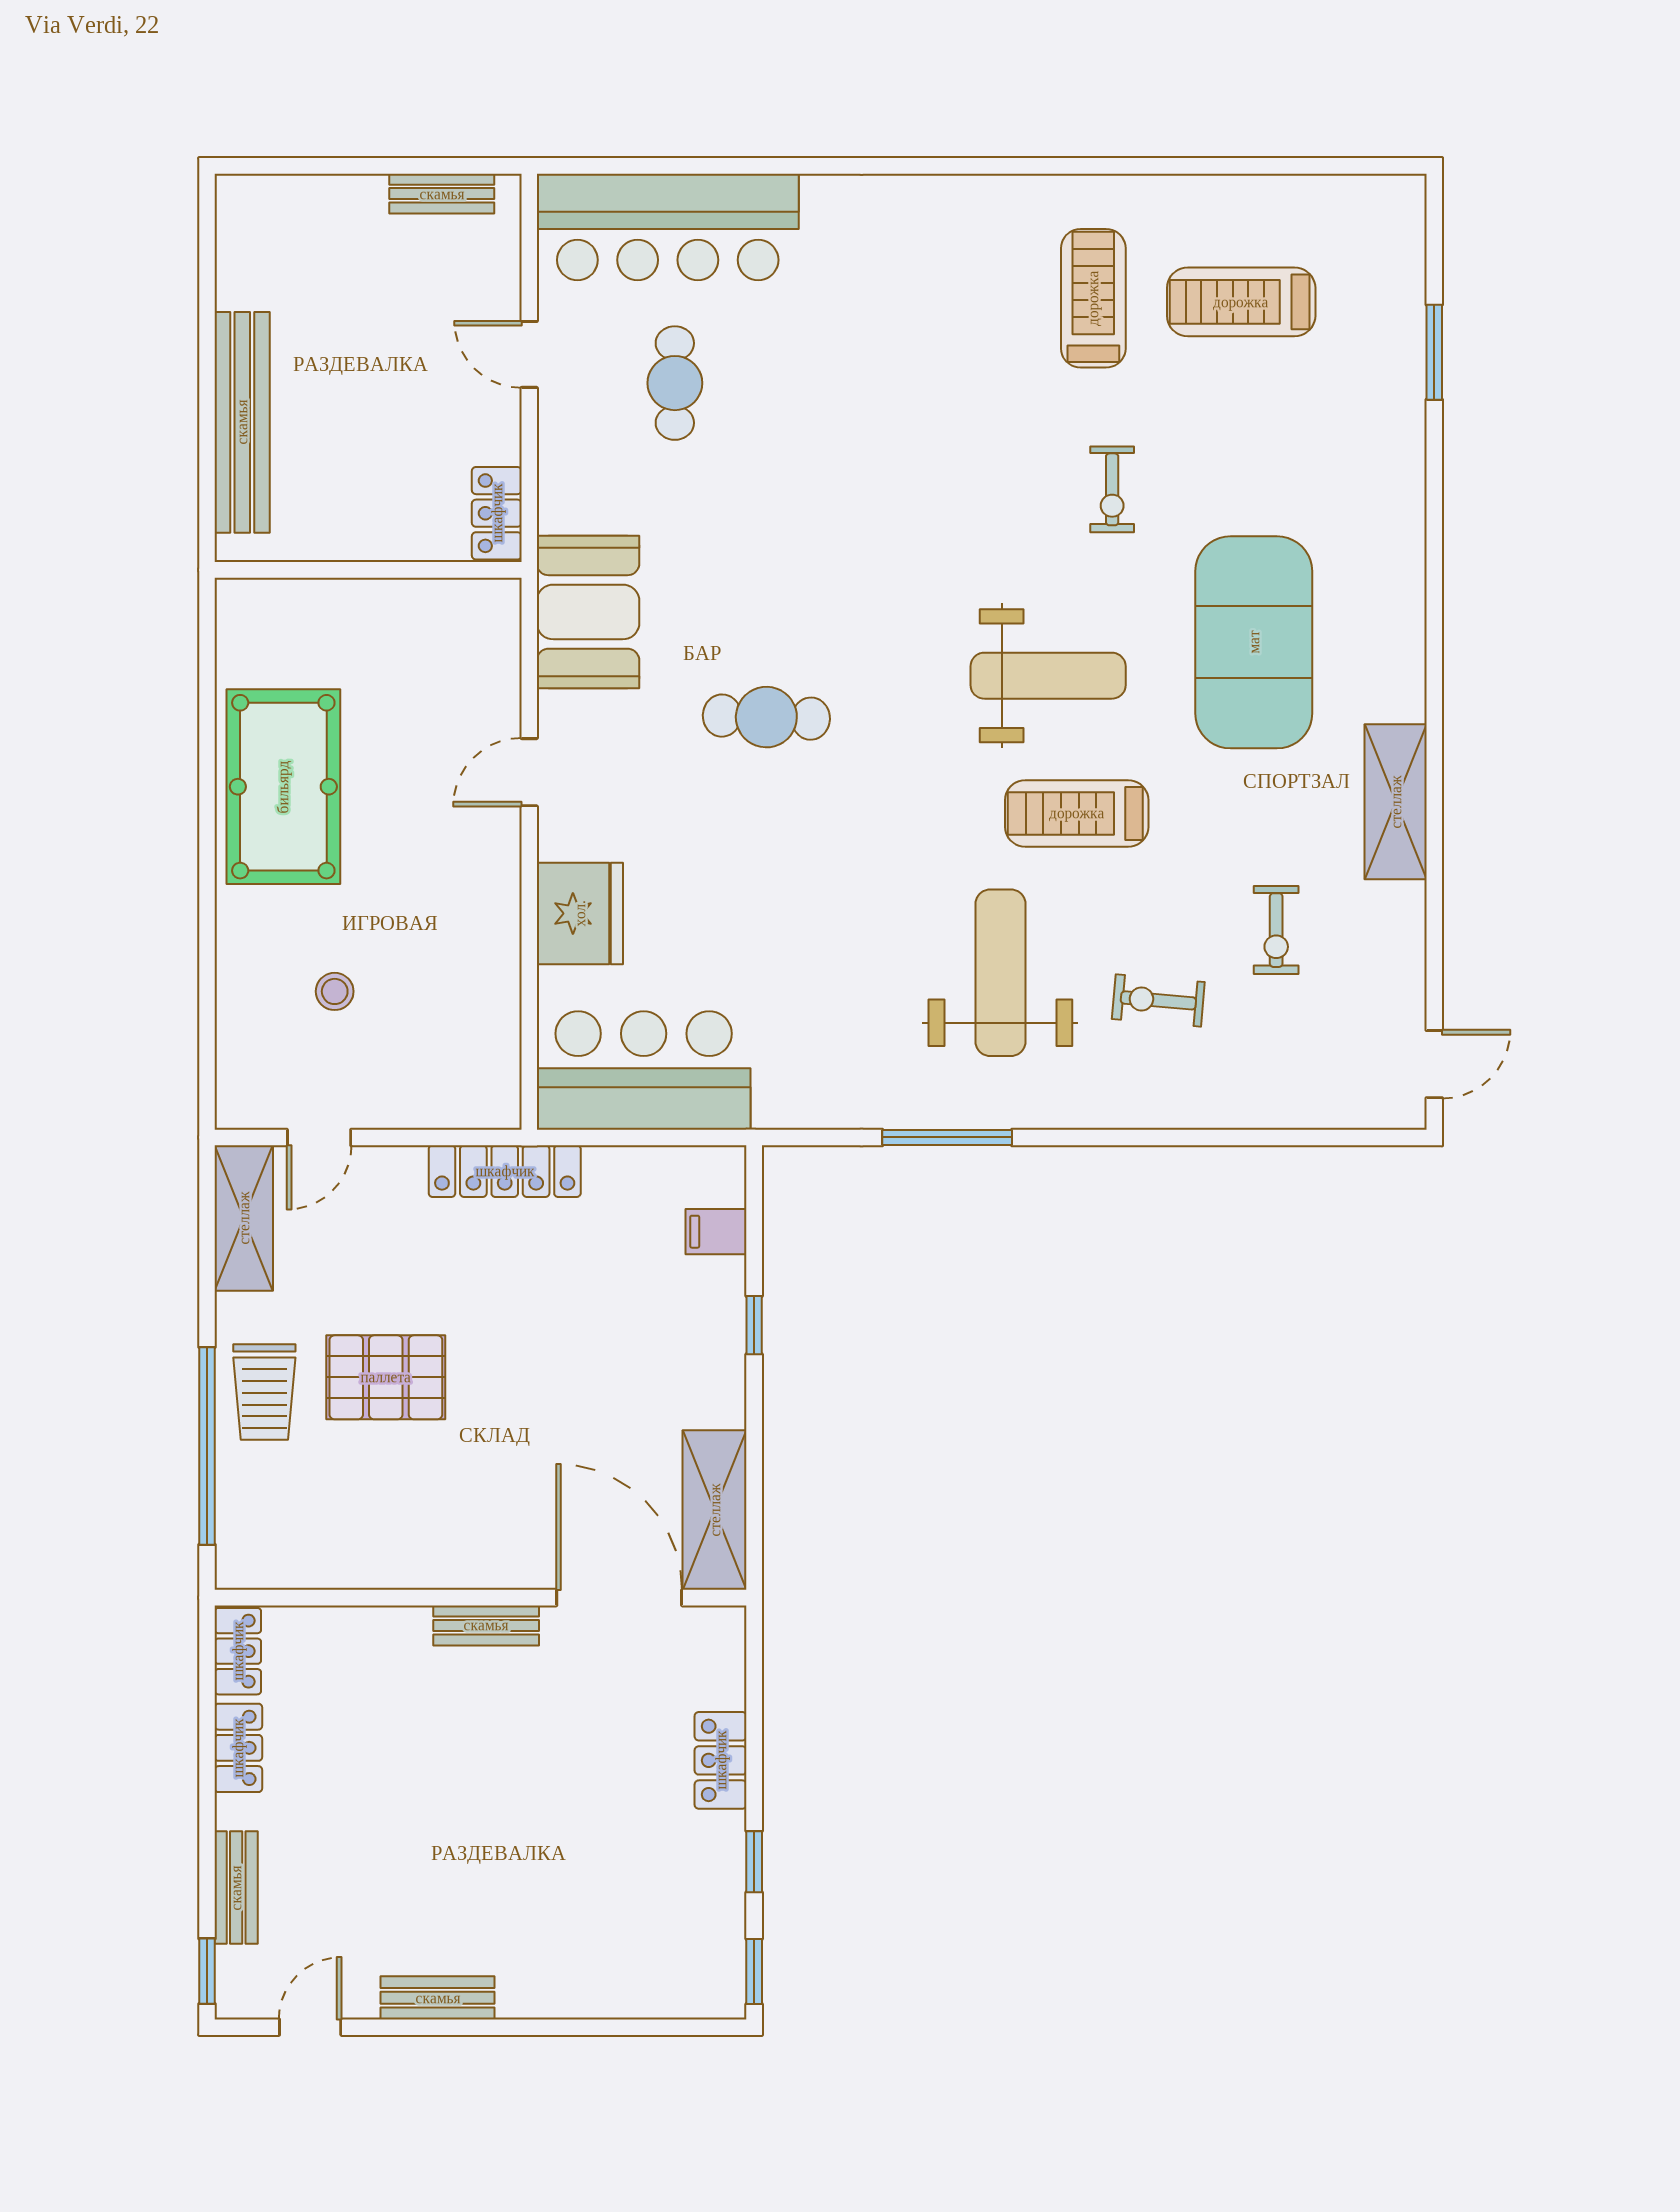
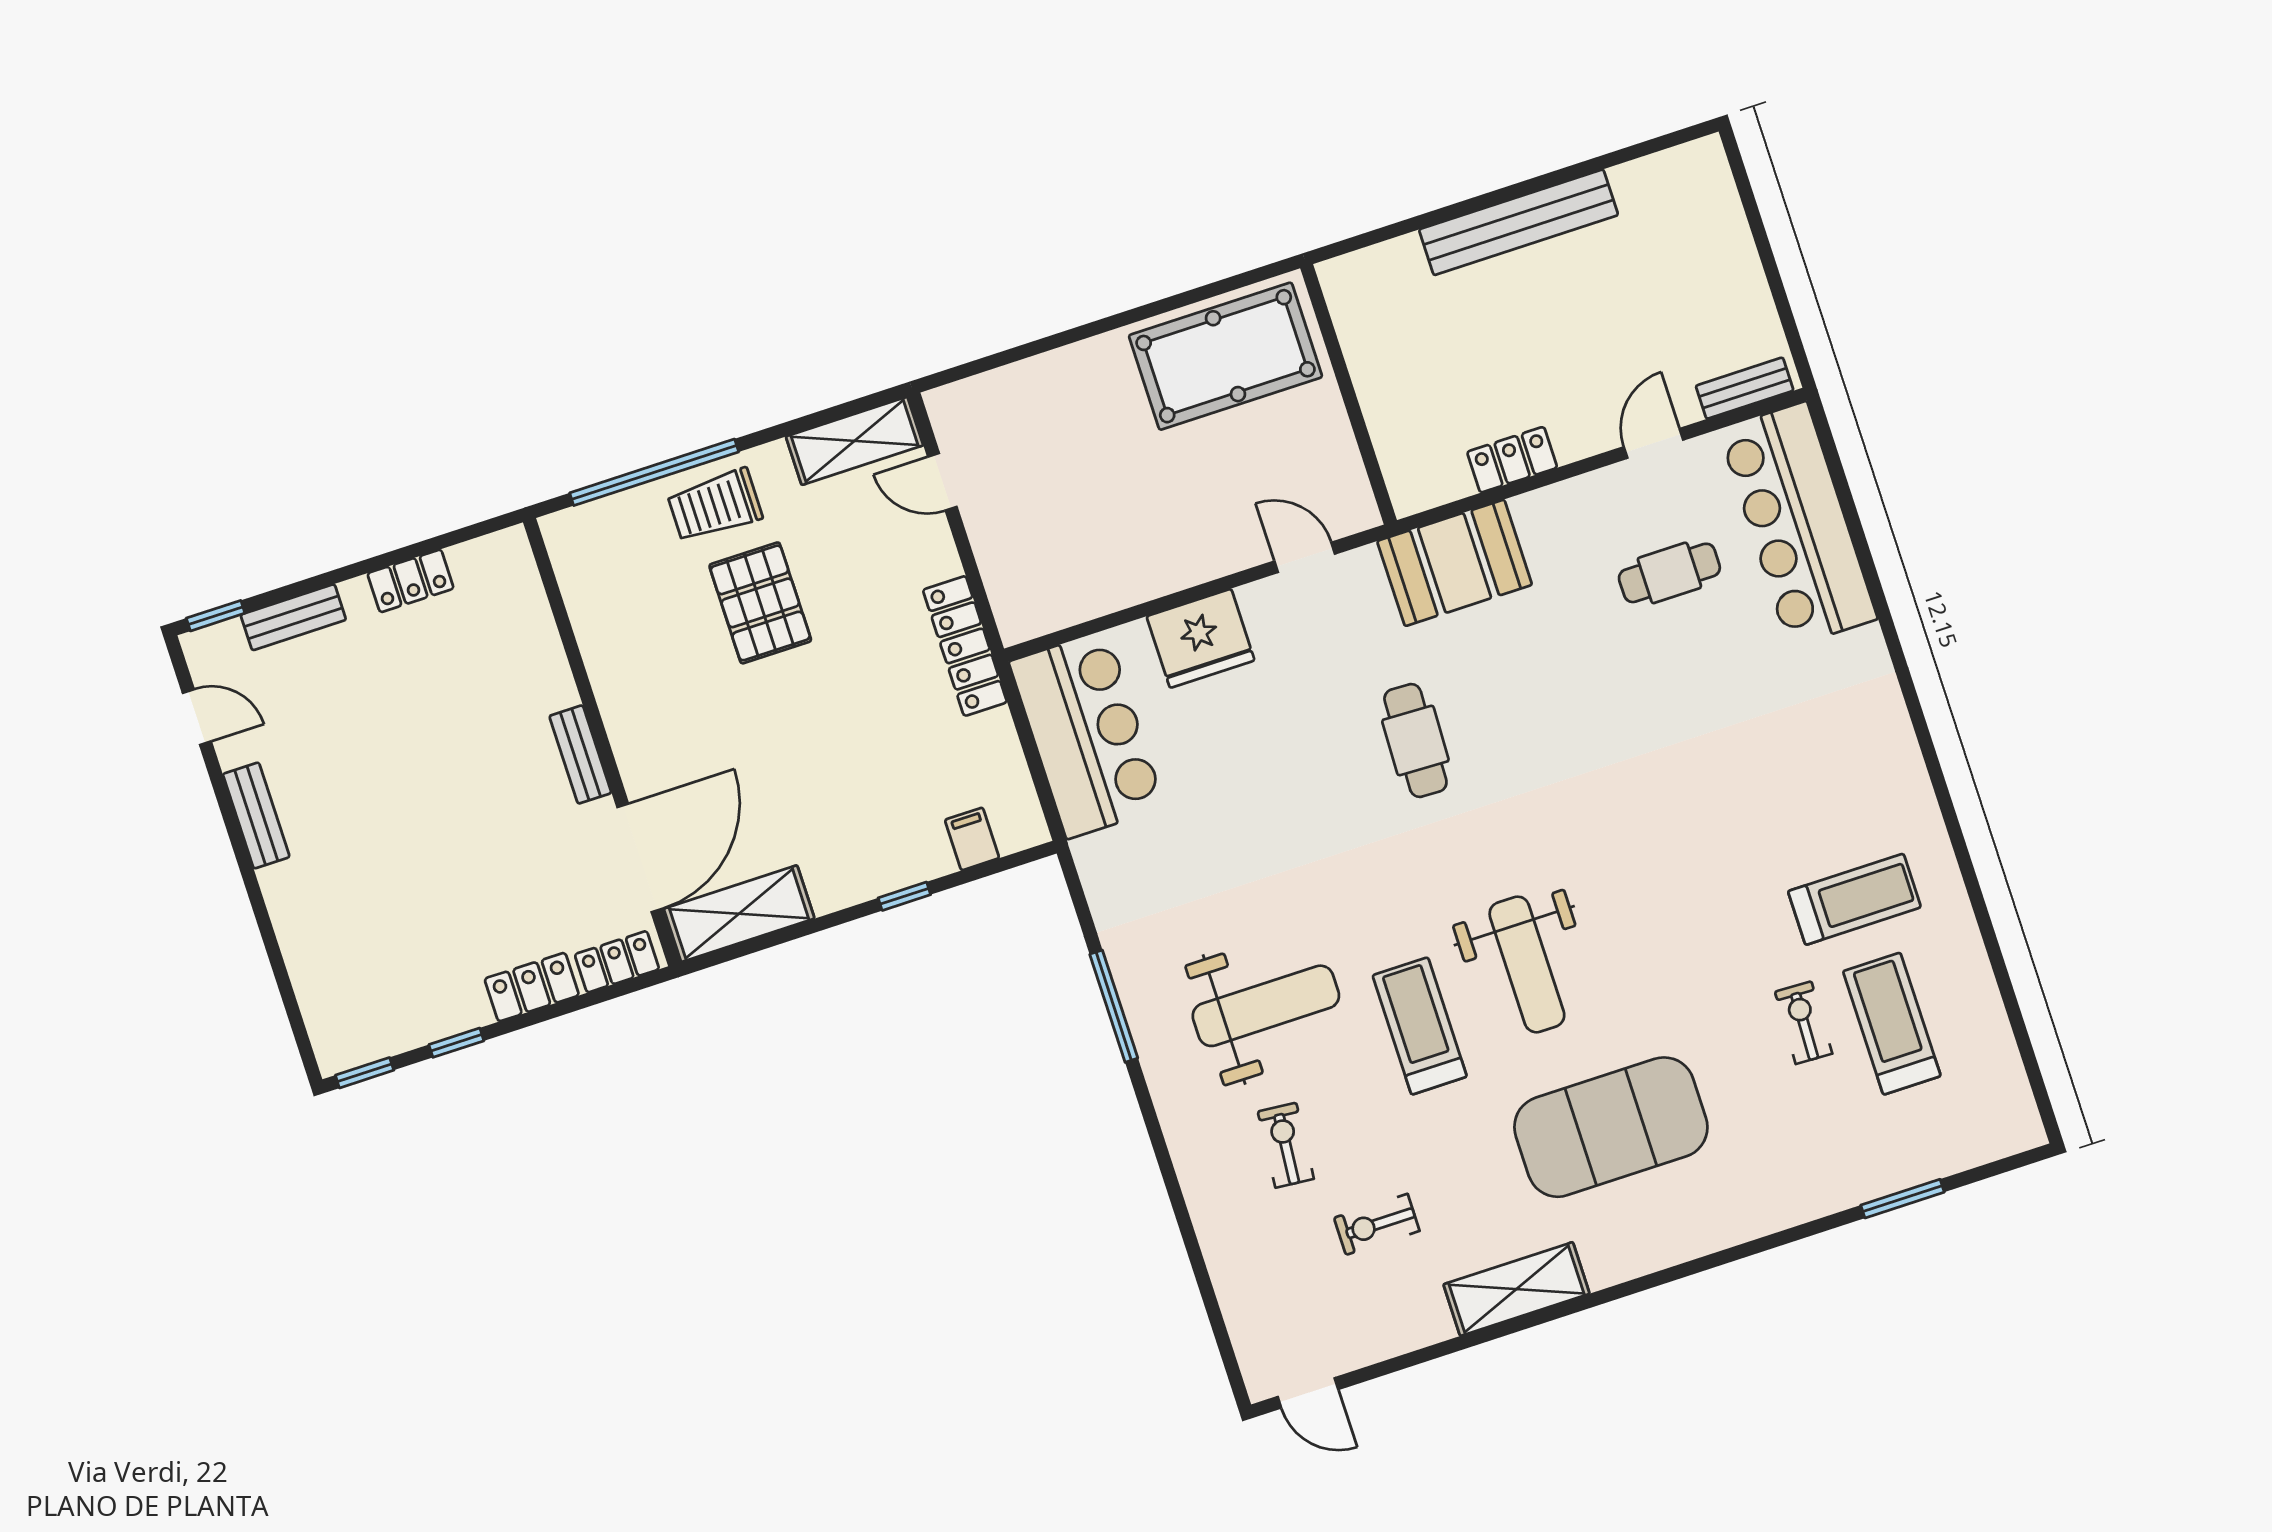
bench: (442, 194) -> (1745, 388), moved, turned 90
exercise bike: (1112, 489) -> (1804, 1023), moved, turned 92
wall: (368, 570) -> (1349, 394), moved
stool: (335, 991) -> (1069, 455), removed
locker: (238, 1651) -> (617, 962), moved, turned 180

